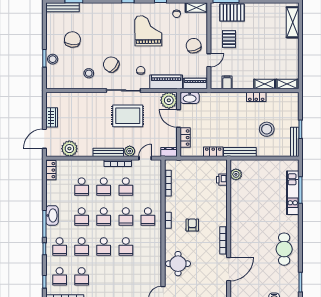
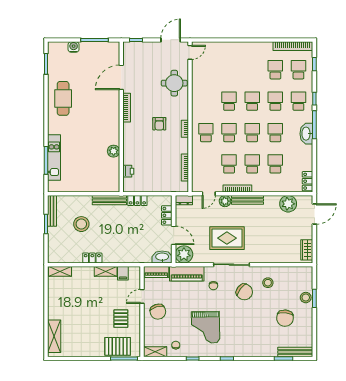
shelving: (265, 84) -> (106, 271), moved
wardrobe: (52, 117) -> (307, 250), moved
plant: (236, 174) -> (114, 151), moved

